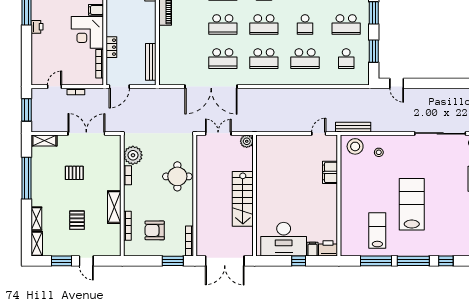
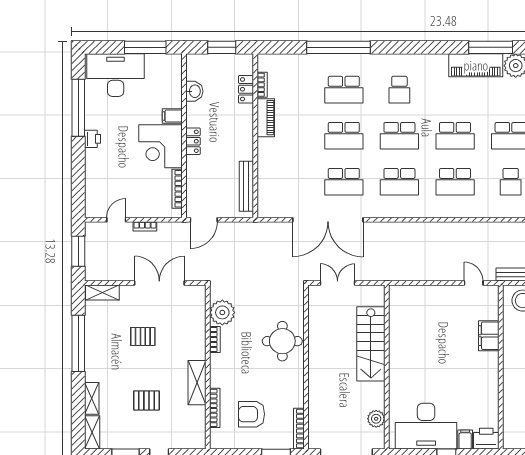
school desk: (305, 25) -> (455, 136), width x1.85
locker: (111, 47) -> (193, 141), moved
door: (319, 133) -> (474, 283), hinge flipped
plant: (247, 141) -> (376, 419), moved
stairs: (243, 199) -> (371, 344), moved
pallet: (77, 220) -> (146, 400), turned 90

